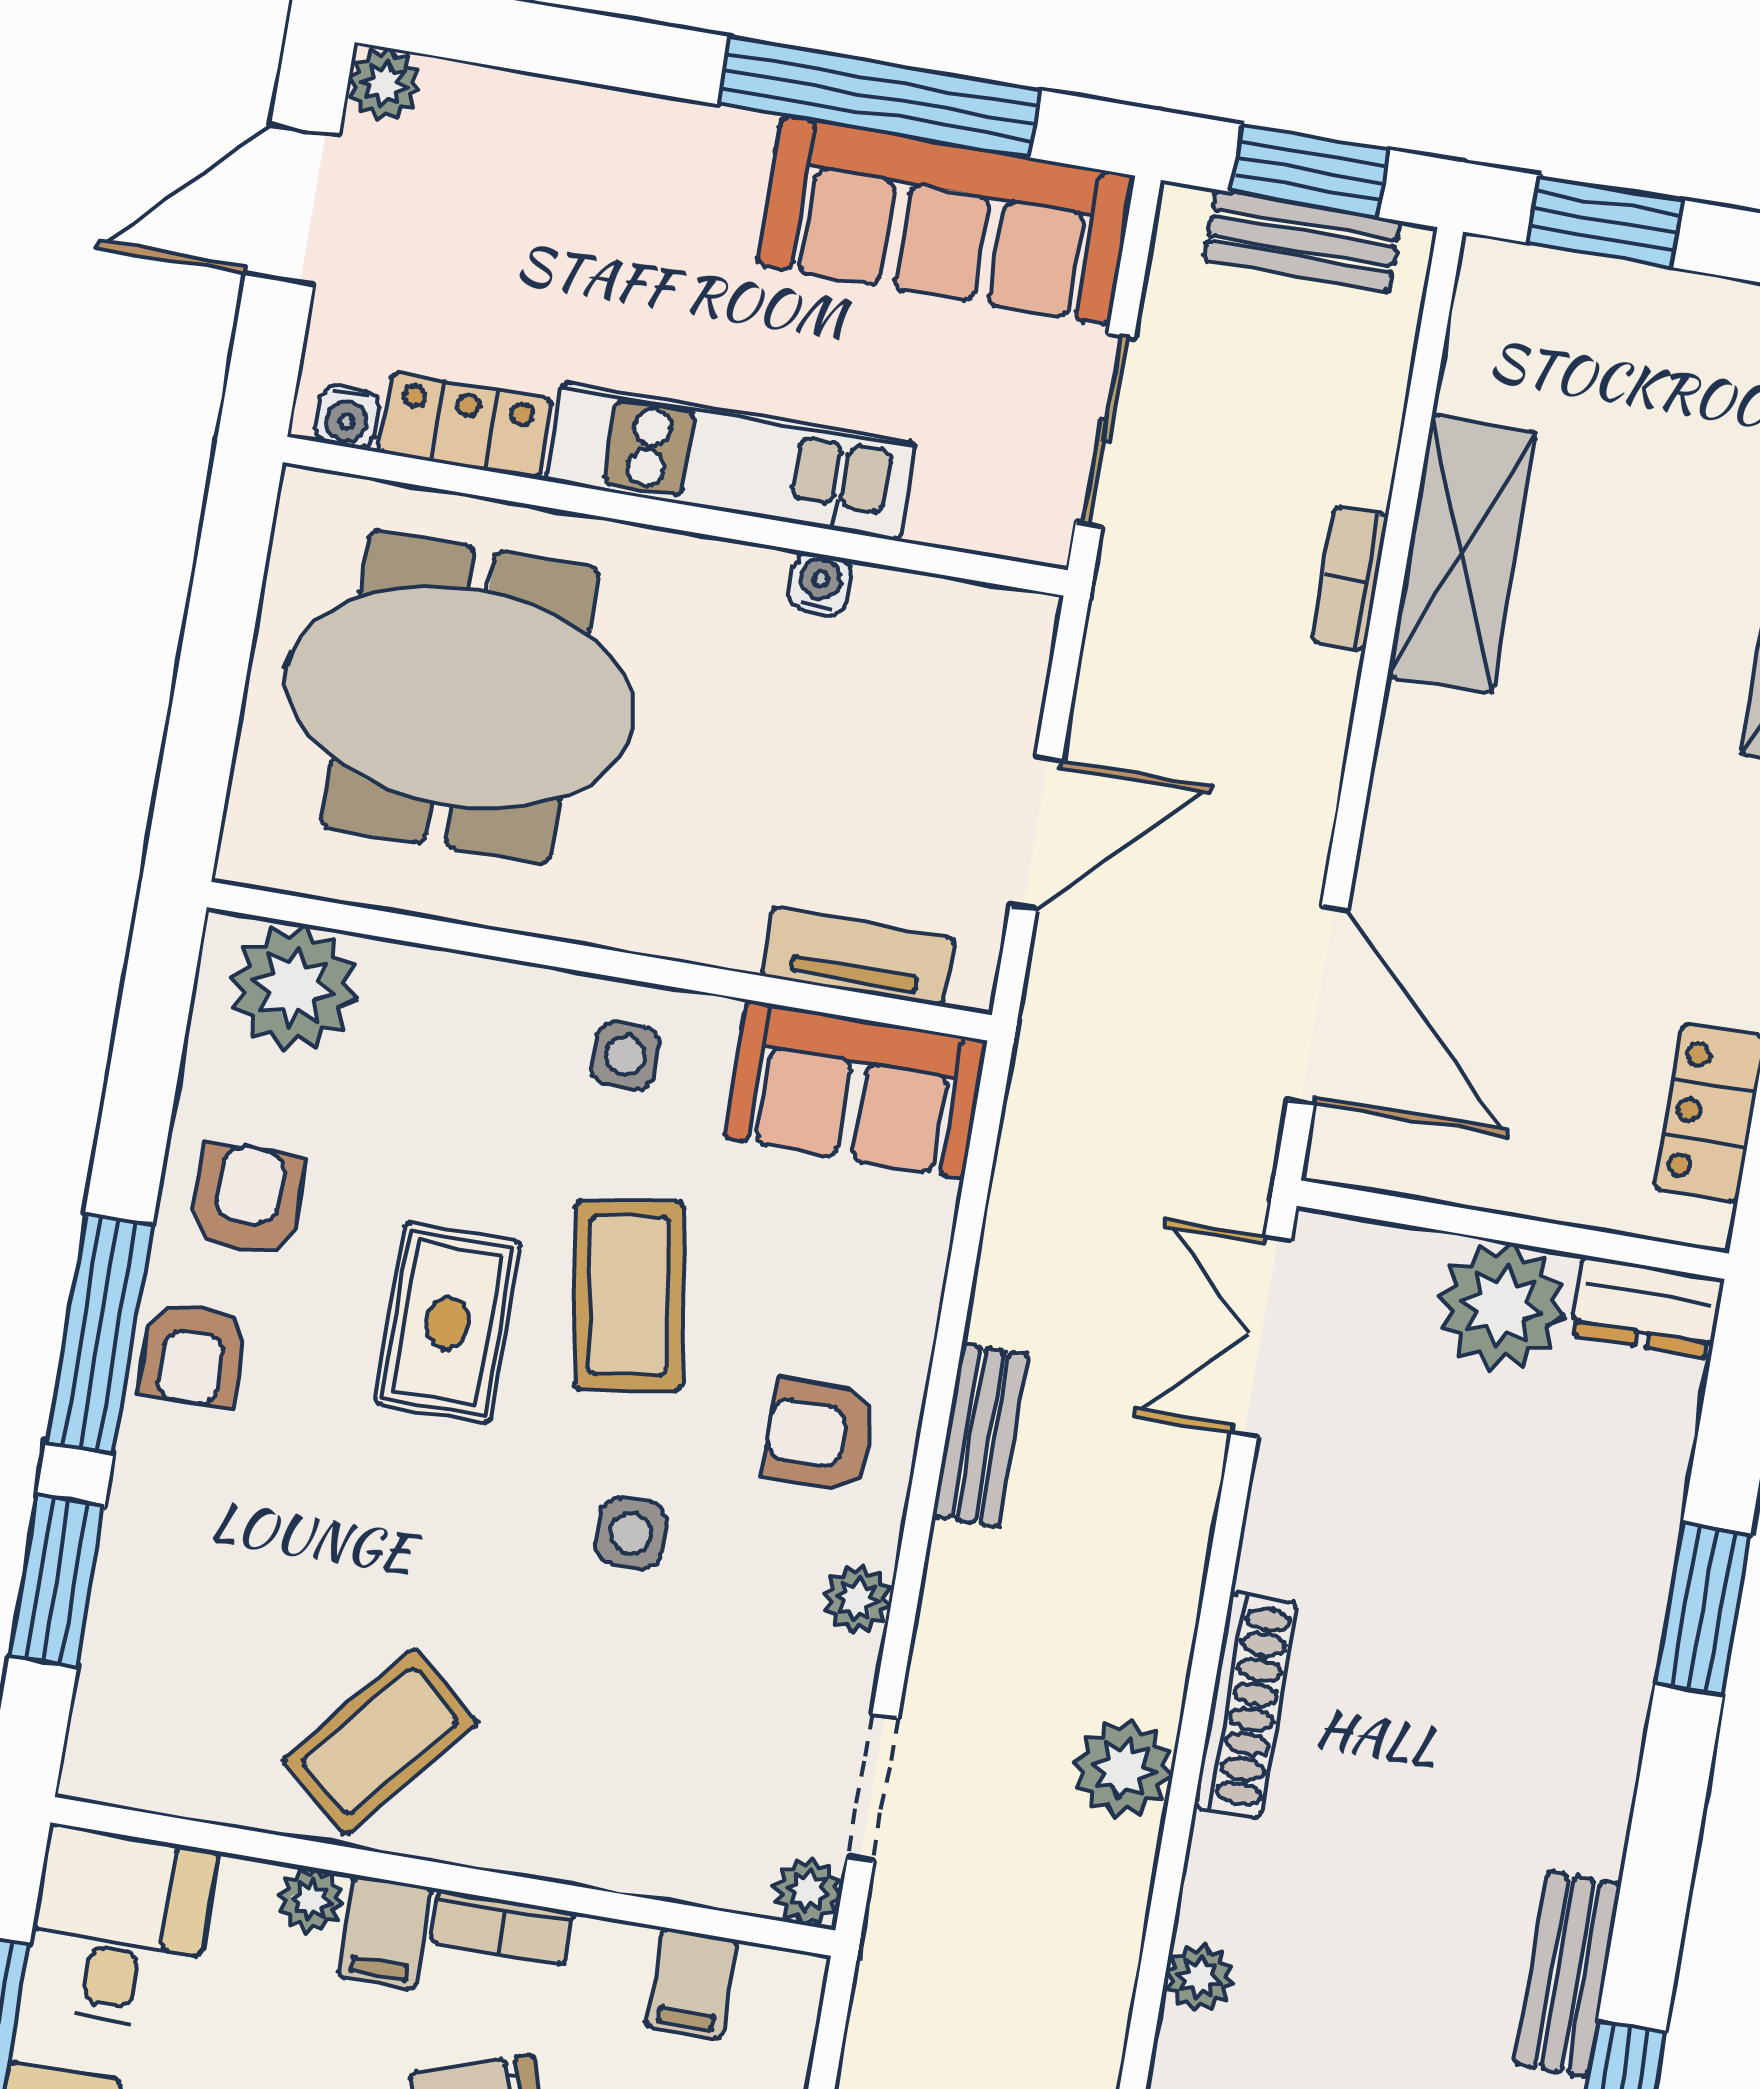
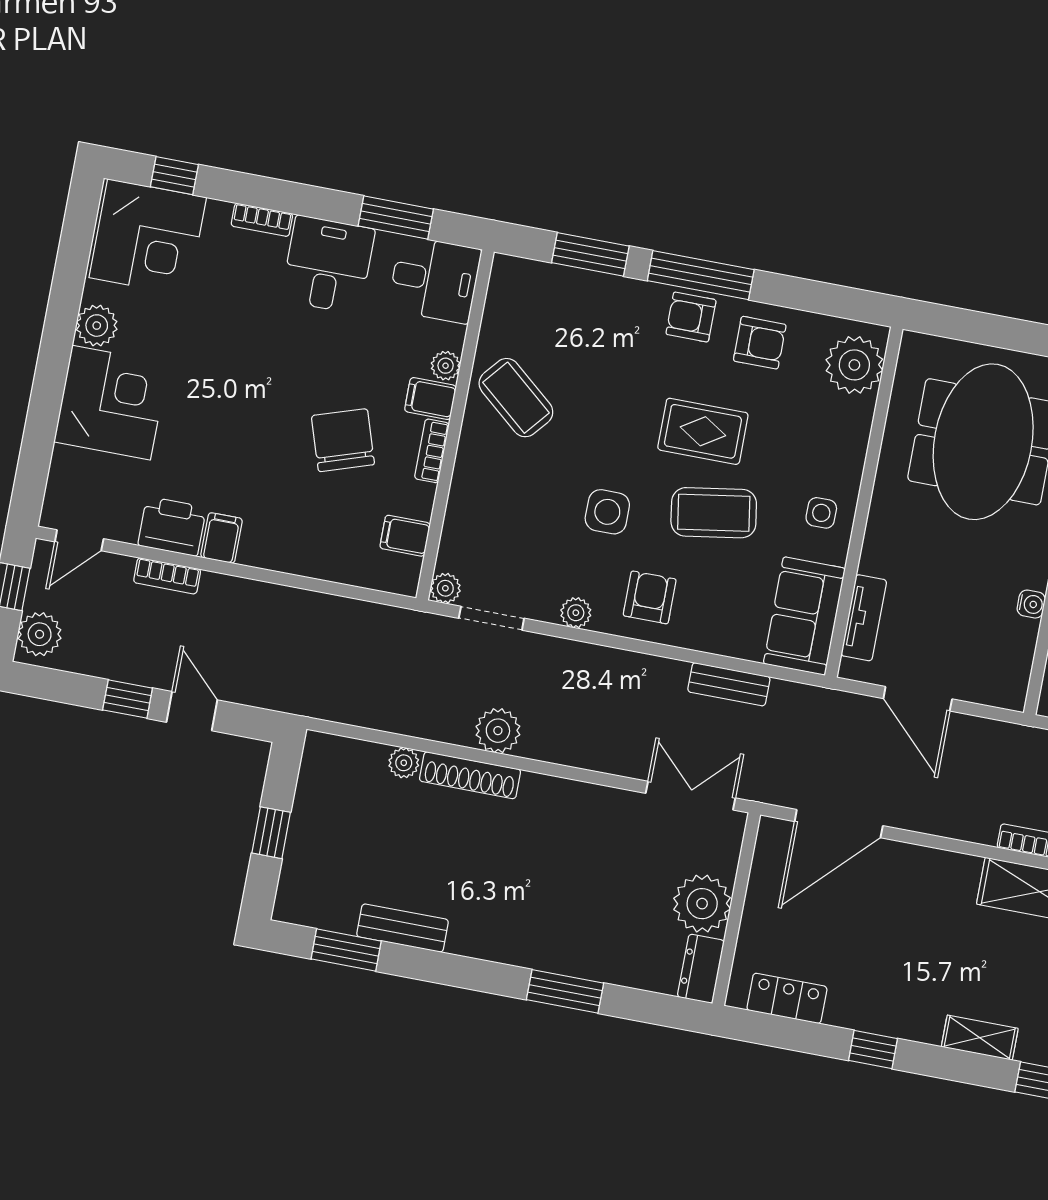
bench: (980, 1436) -> (729, 684), moved
side table: (631, 1533) -> (607, 512), width x1.37, depth x1.37
shoe rack: (1245, 1705) -> (470, 775), moved

